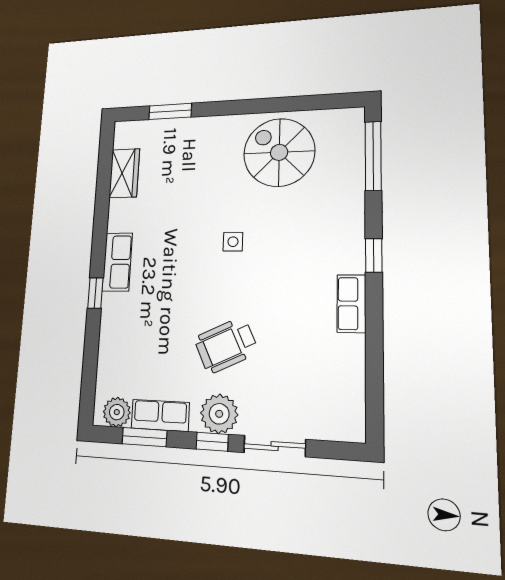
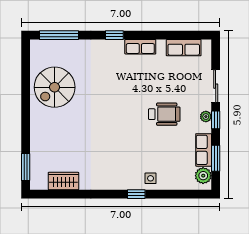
window: (170, 111) -> (26, 167), moved
side table: (233, 242) -> (151, 178), moved
row of seats: (117, 262) -> (184, 48), moved, turned 180
wheelchair: (226, 345) -> (164, 114), turned -65
plant: (219, 414) -> (206, 117), width x0.53, depth x0.53

